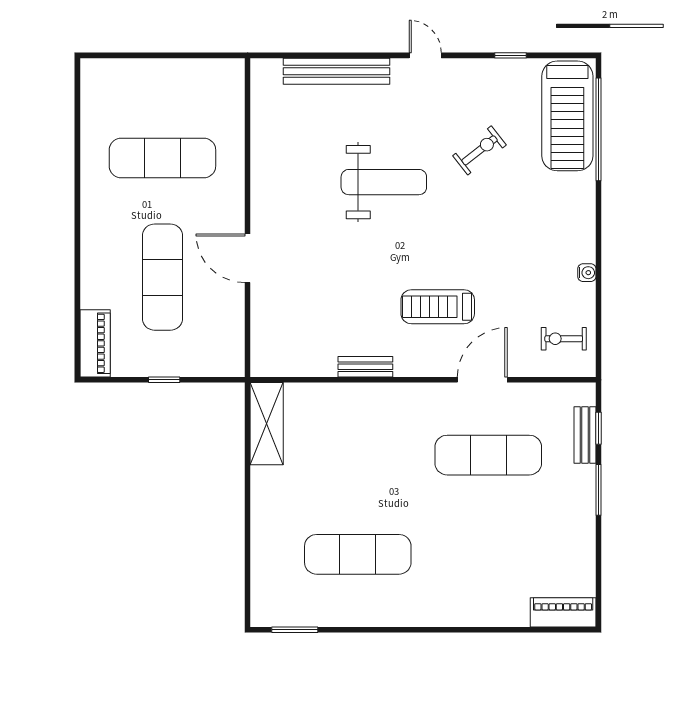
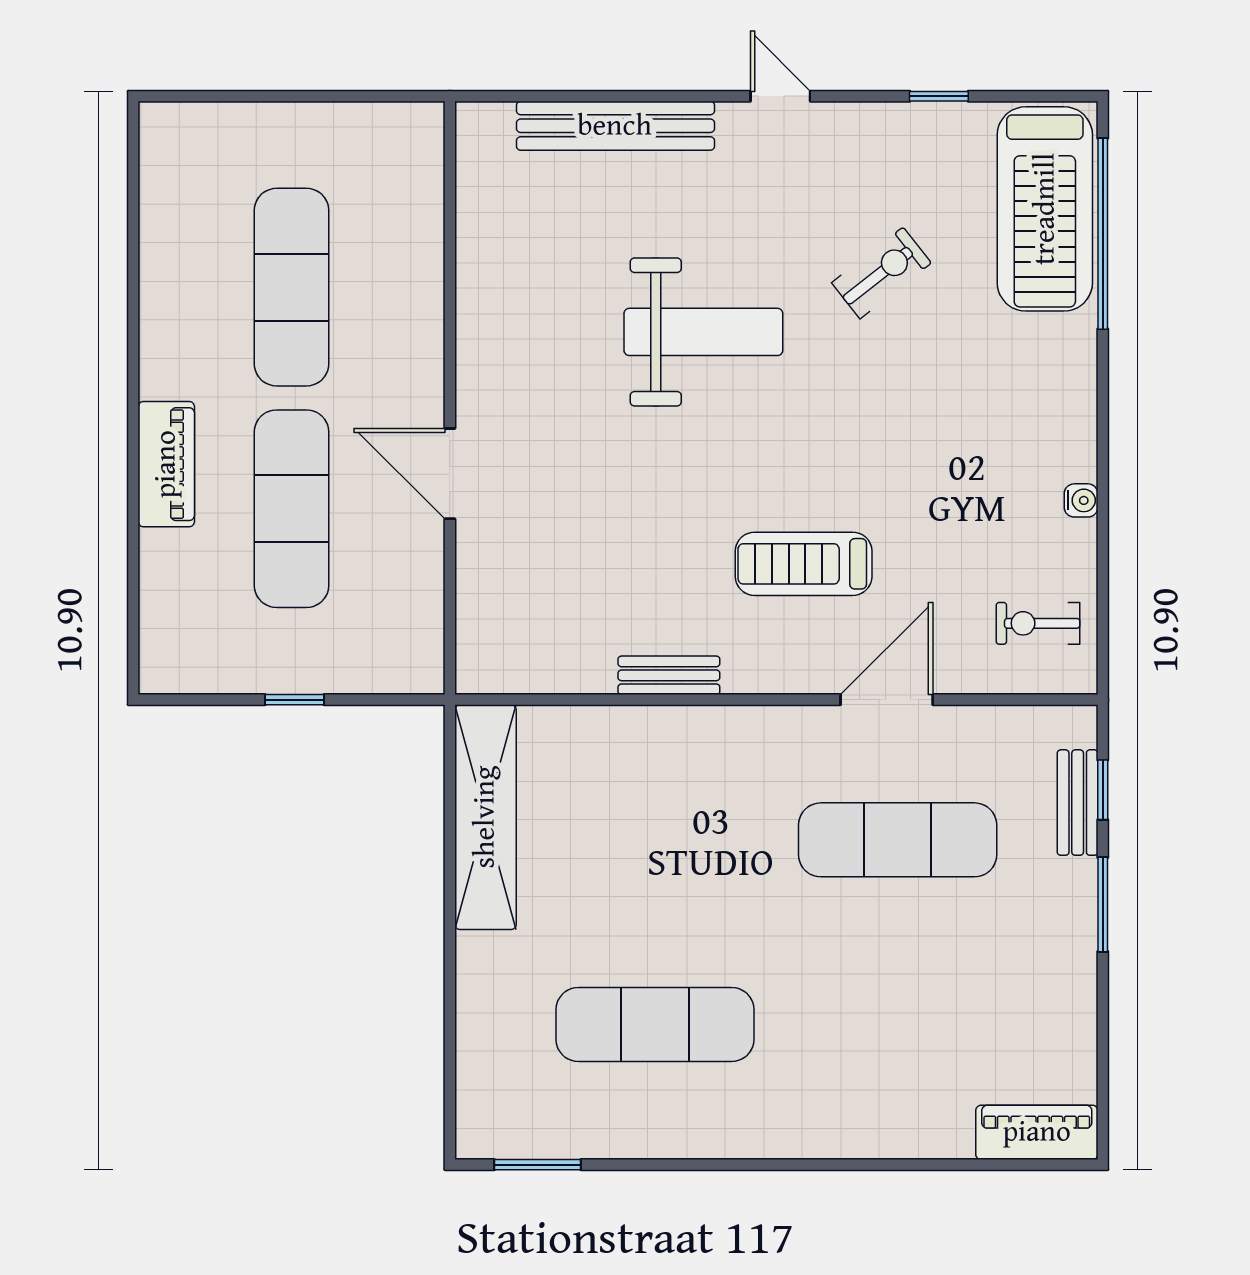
exercise mat: (162, 158) -> (292, 287), turned 90
piano: (95, 343) -> (166, 464), moved
shelving: (267, 424) -> (485, 817), width x1.47

